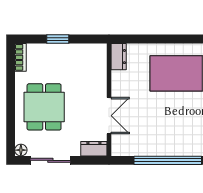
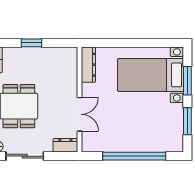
dresser: (119, 57) -> (88, 65), width x1.44

